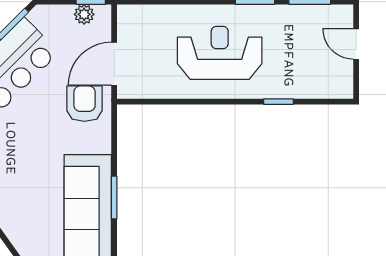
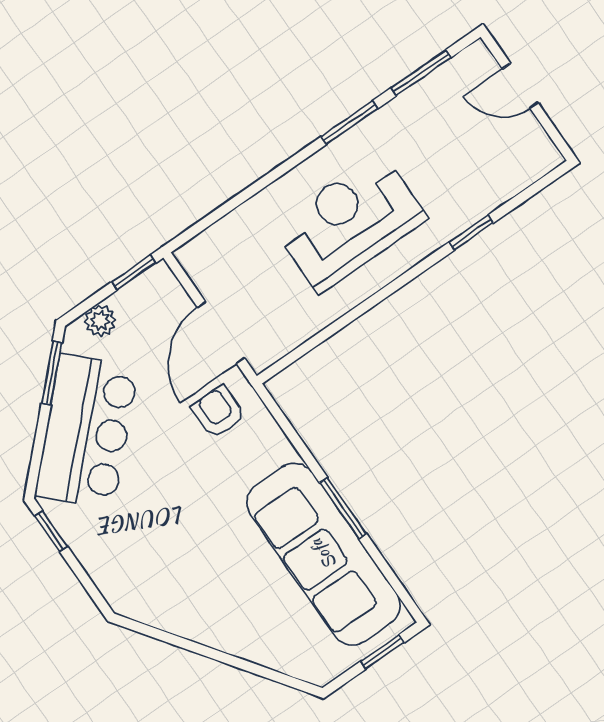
plant: (84, 14) -> (100, 321), moved
armchair: (85, 104) -> (219, 412), width x0.72, depth x0.72

